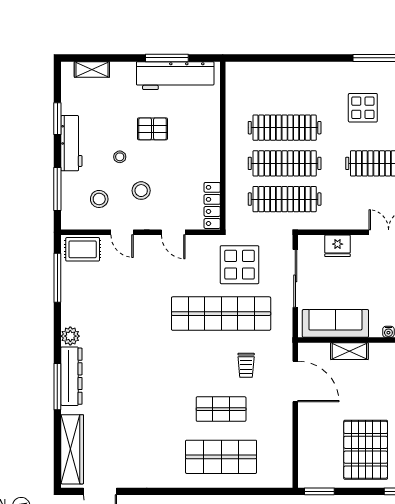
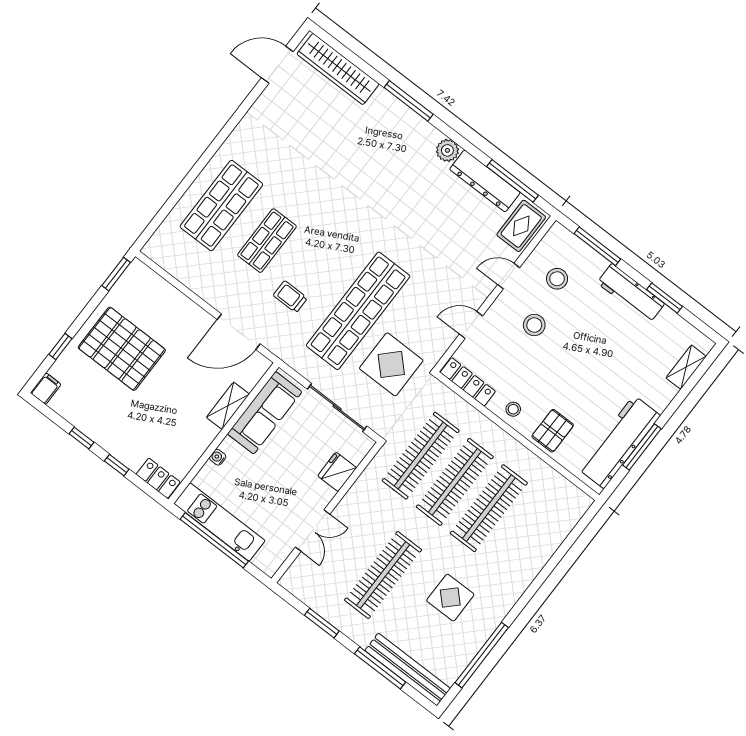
pallet: (152, 129) -> (553, 431), moved
stool: (120, 157) -> (513, 409), moved
dresser: (71, 376) -> (485, 181), moved

